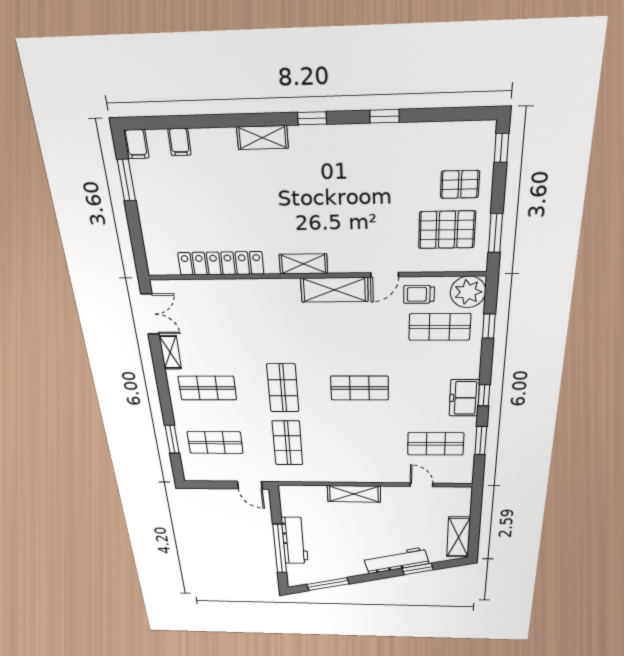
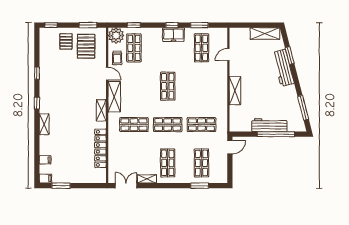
shop shelf: (278, 328) -> (134, 125), added

